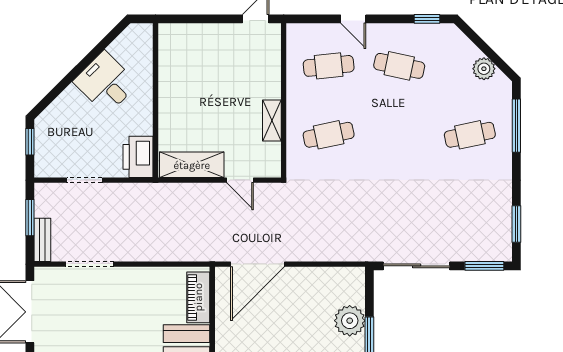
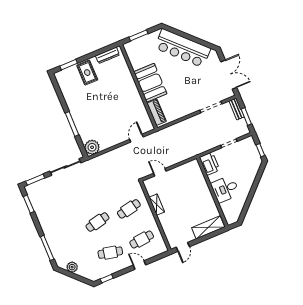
desk: (106, 83) -> (225, 189), moved, turned 135
cafe table: (470, 135) -> (97, 222), moved
shelving: (192, 165) -> (208, 227), moved
door: (257, 264) -> (136, 138), width x0.53
plant: (350, 321) -> (92, 147), moved

